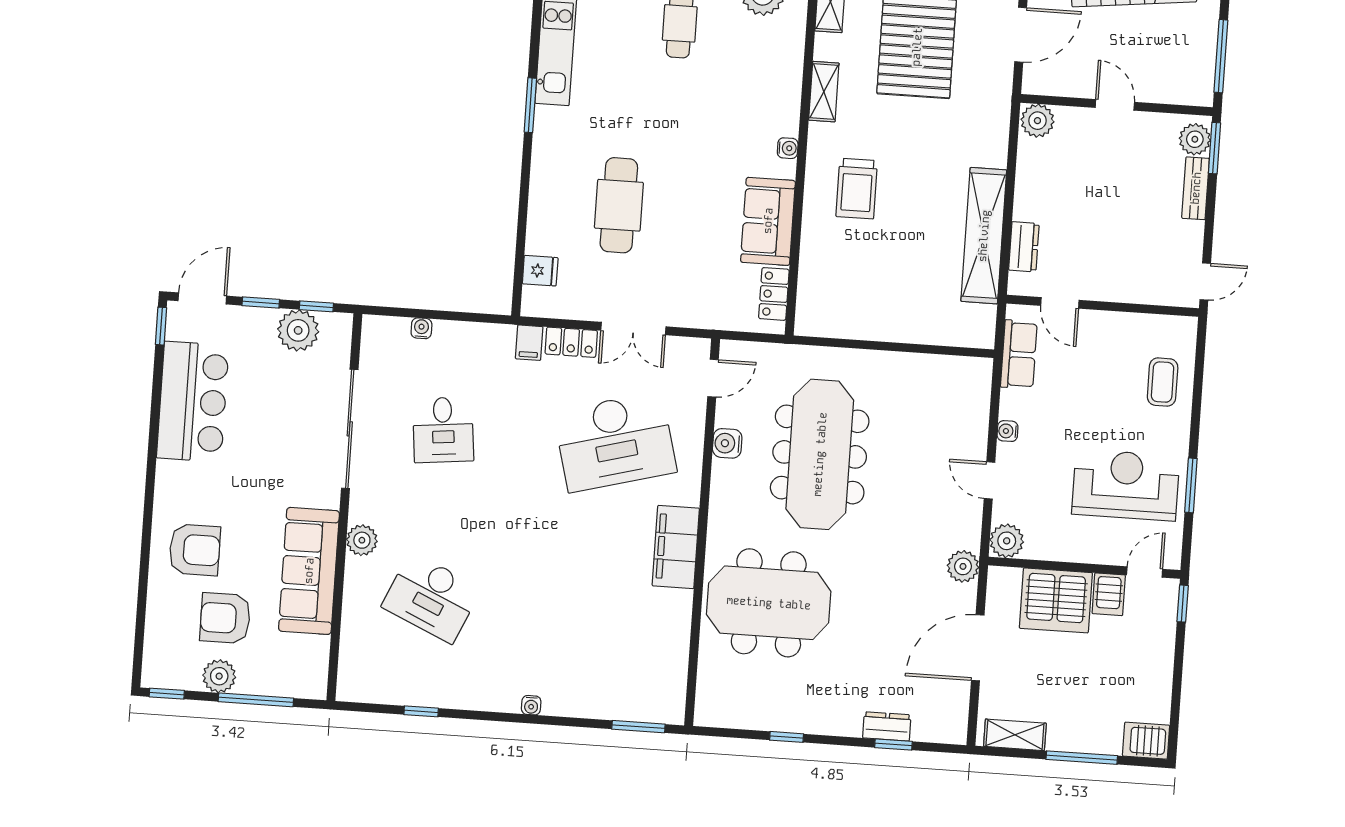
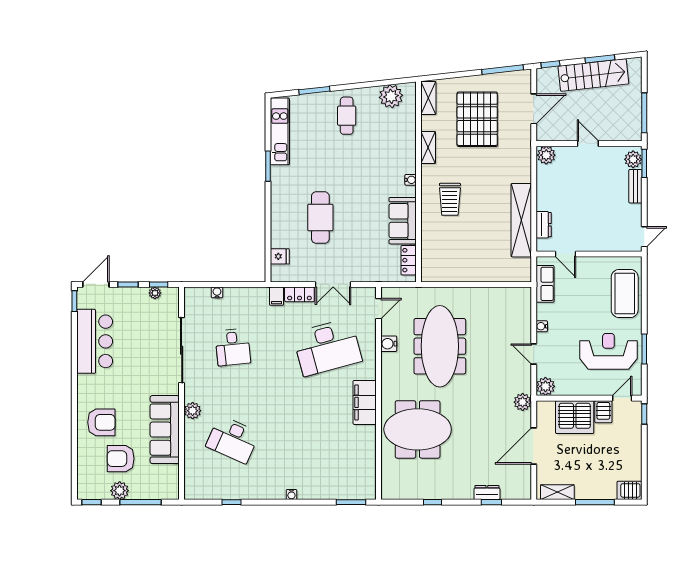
plant: (298, 330) -> (155, 293), width x0.53, depth x0.53
coffee table: (1163, 382) -> (625, 293), width x1.86, depth x1.72

